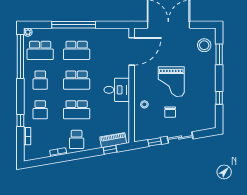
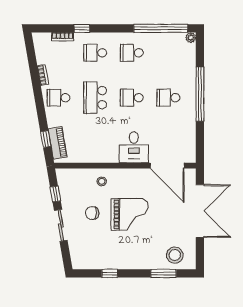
school desk: (40, 50) -> (168, 53), removed
school desk: (77, 50) -> (168, 98), width x0.54
school desk: (77, 80) -> (132, 98), width x0.54
grand piano: (171, 82) -> (130, 214), turned 180
desk: (117, 90) -> (134, 147), moved

